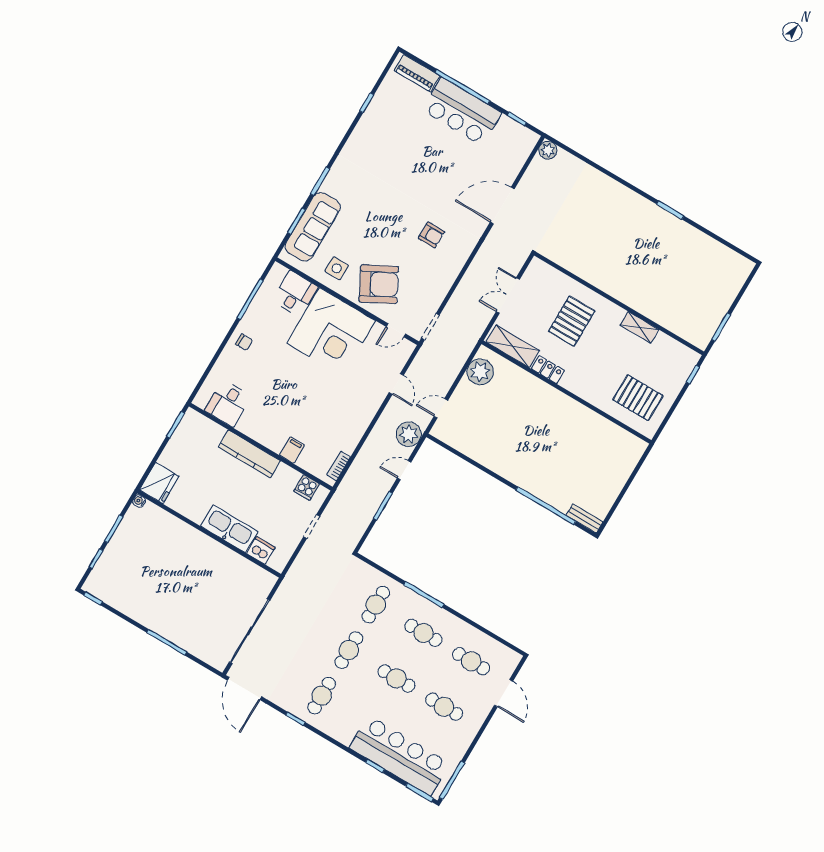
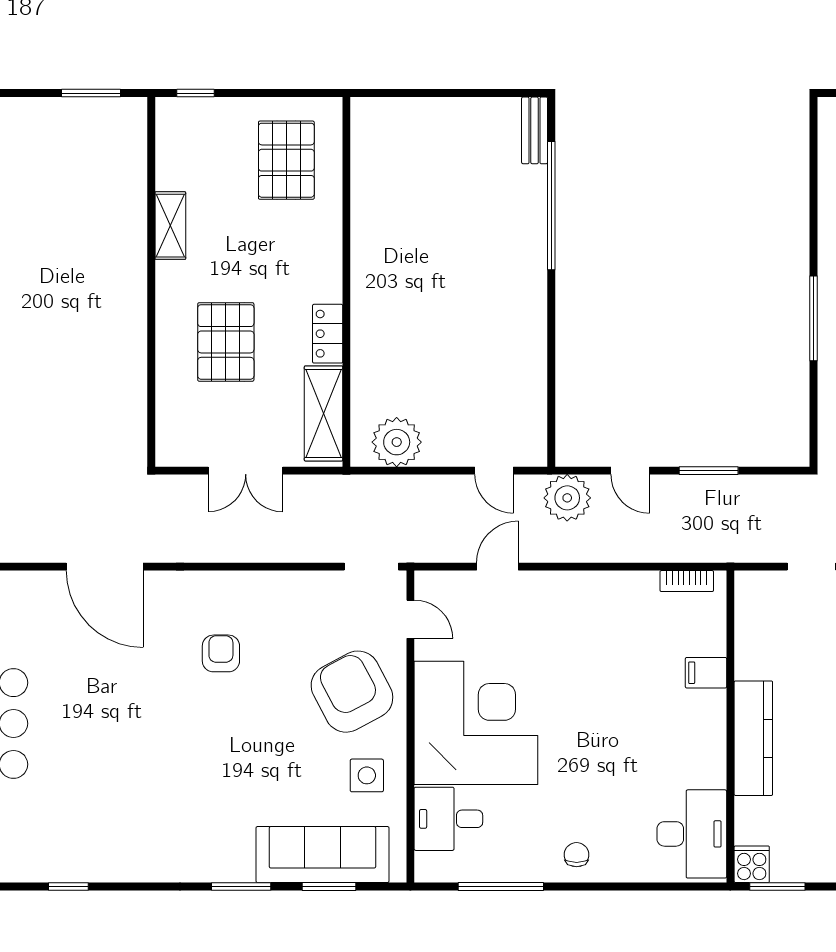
pallet: (572, 321) -> (226, 342), turned 90
desk: (228, 403) -> (692, 834), width x1.37
cooker: (307, 487) -> (752, 864), moved, turned -90

